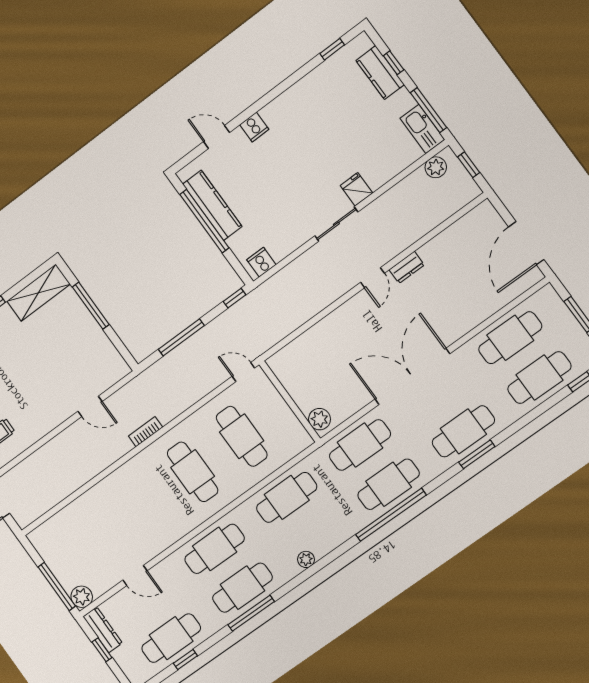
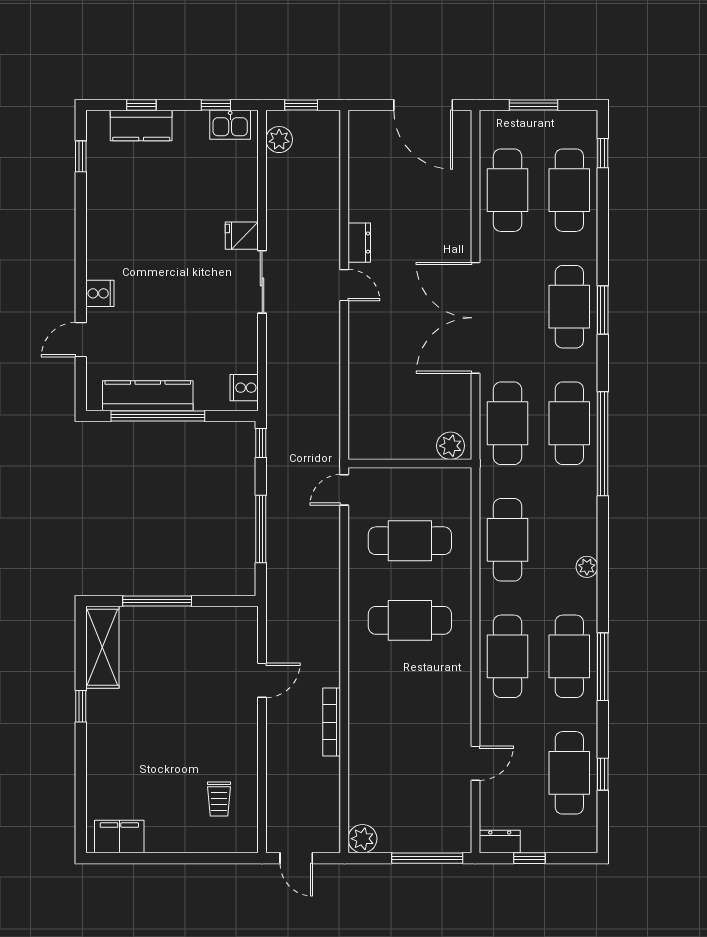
window: (428, 110) -> (216, 105), width x0.46
kitchen sink: (422, 129) -> (230, 125), width x0.73
bookcase: (146, 432) -> (332, 722), moved, width x1.56
plant: (82, 597) -> (362, 839), moved
dresser: (103, 630) -> (500, 842), width x0.70

